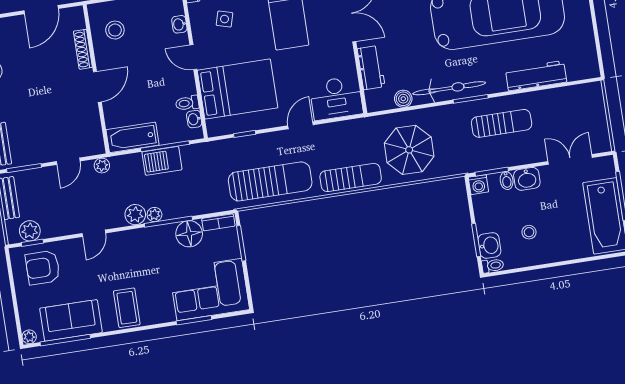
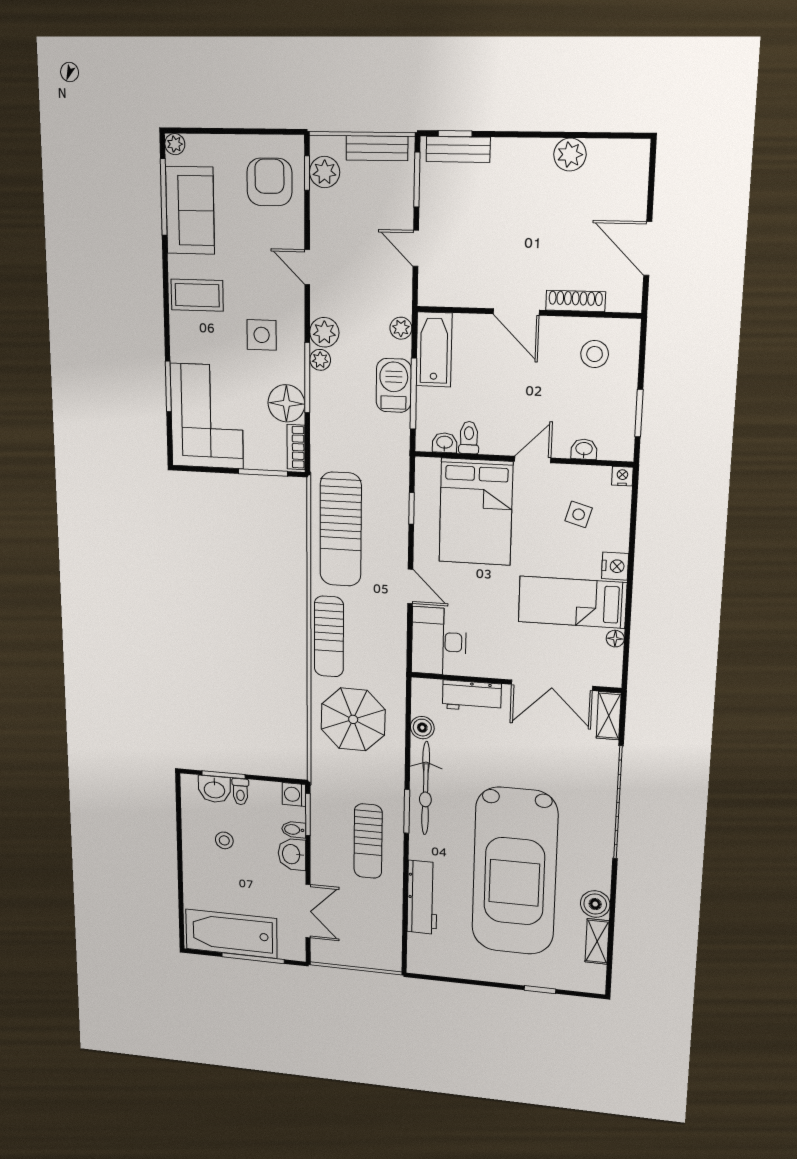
plant: (102, 166) -> (401, 328), moved
side table: (145, 258) -> (262, 335), added
toilet: (493, 266) -> (240, 792), moved

